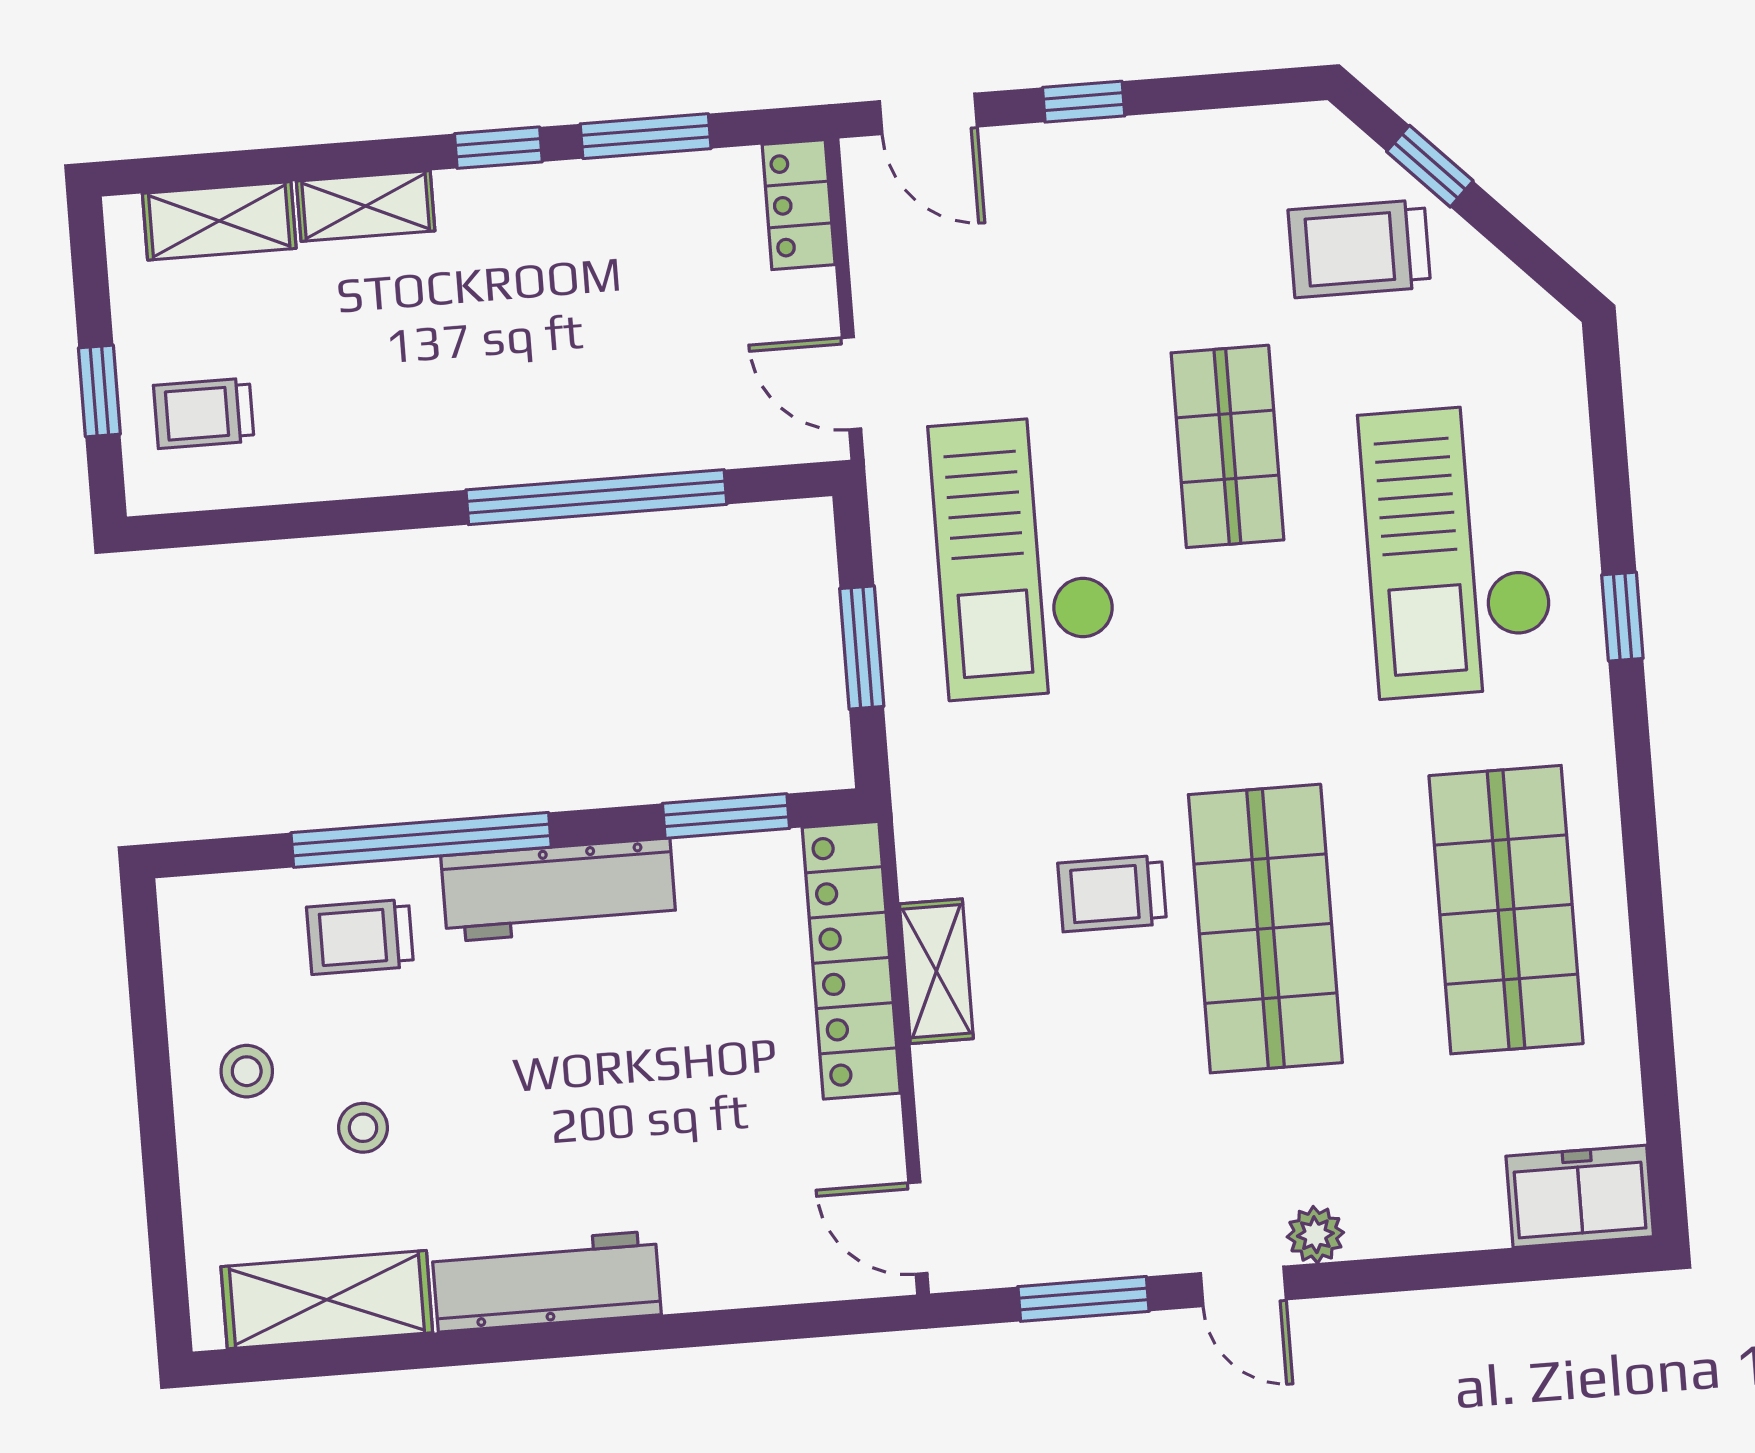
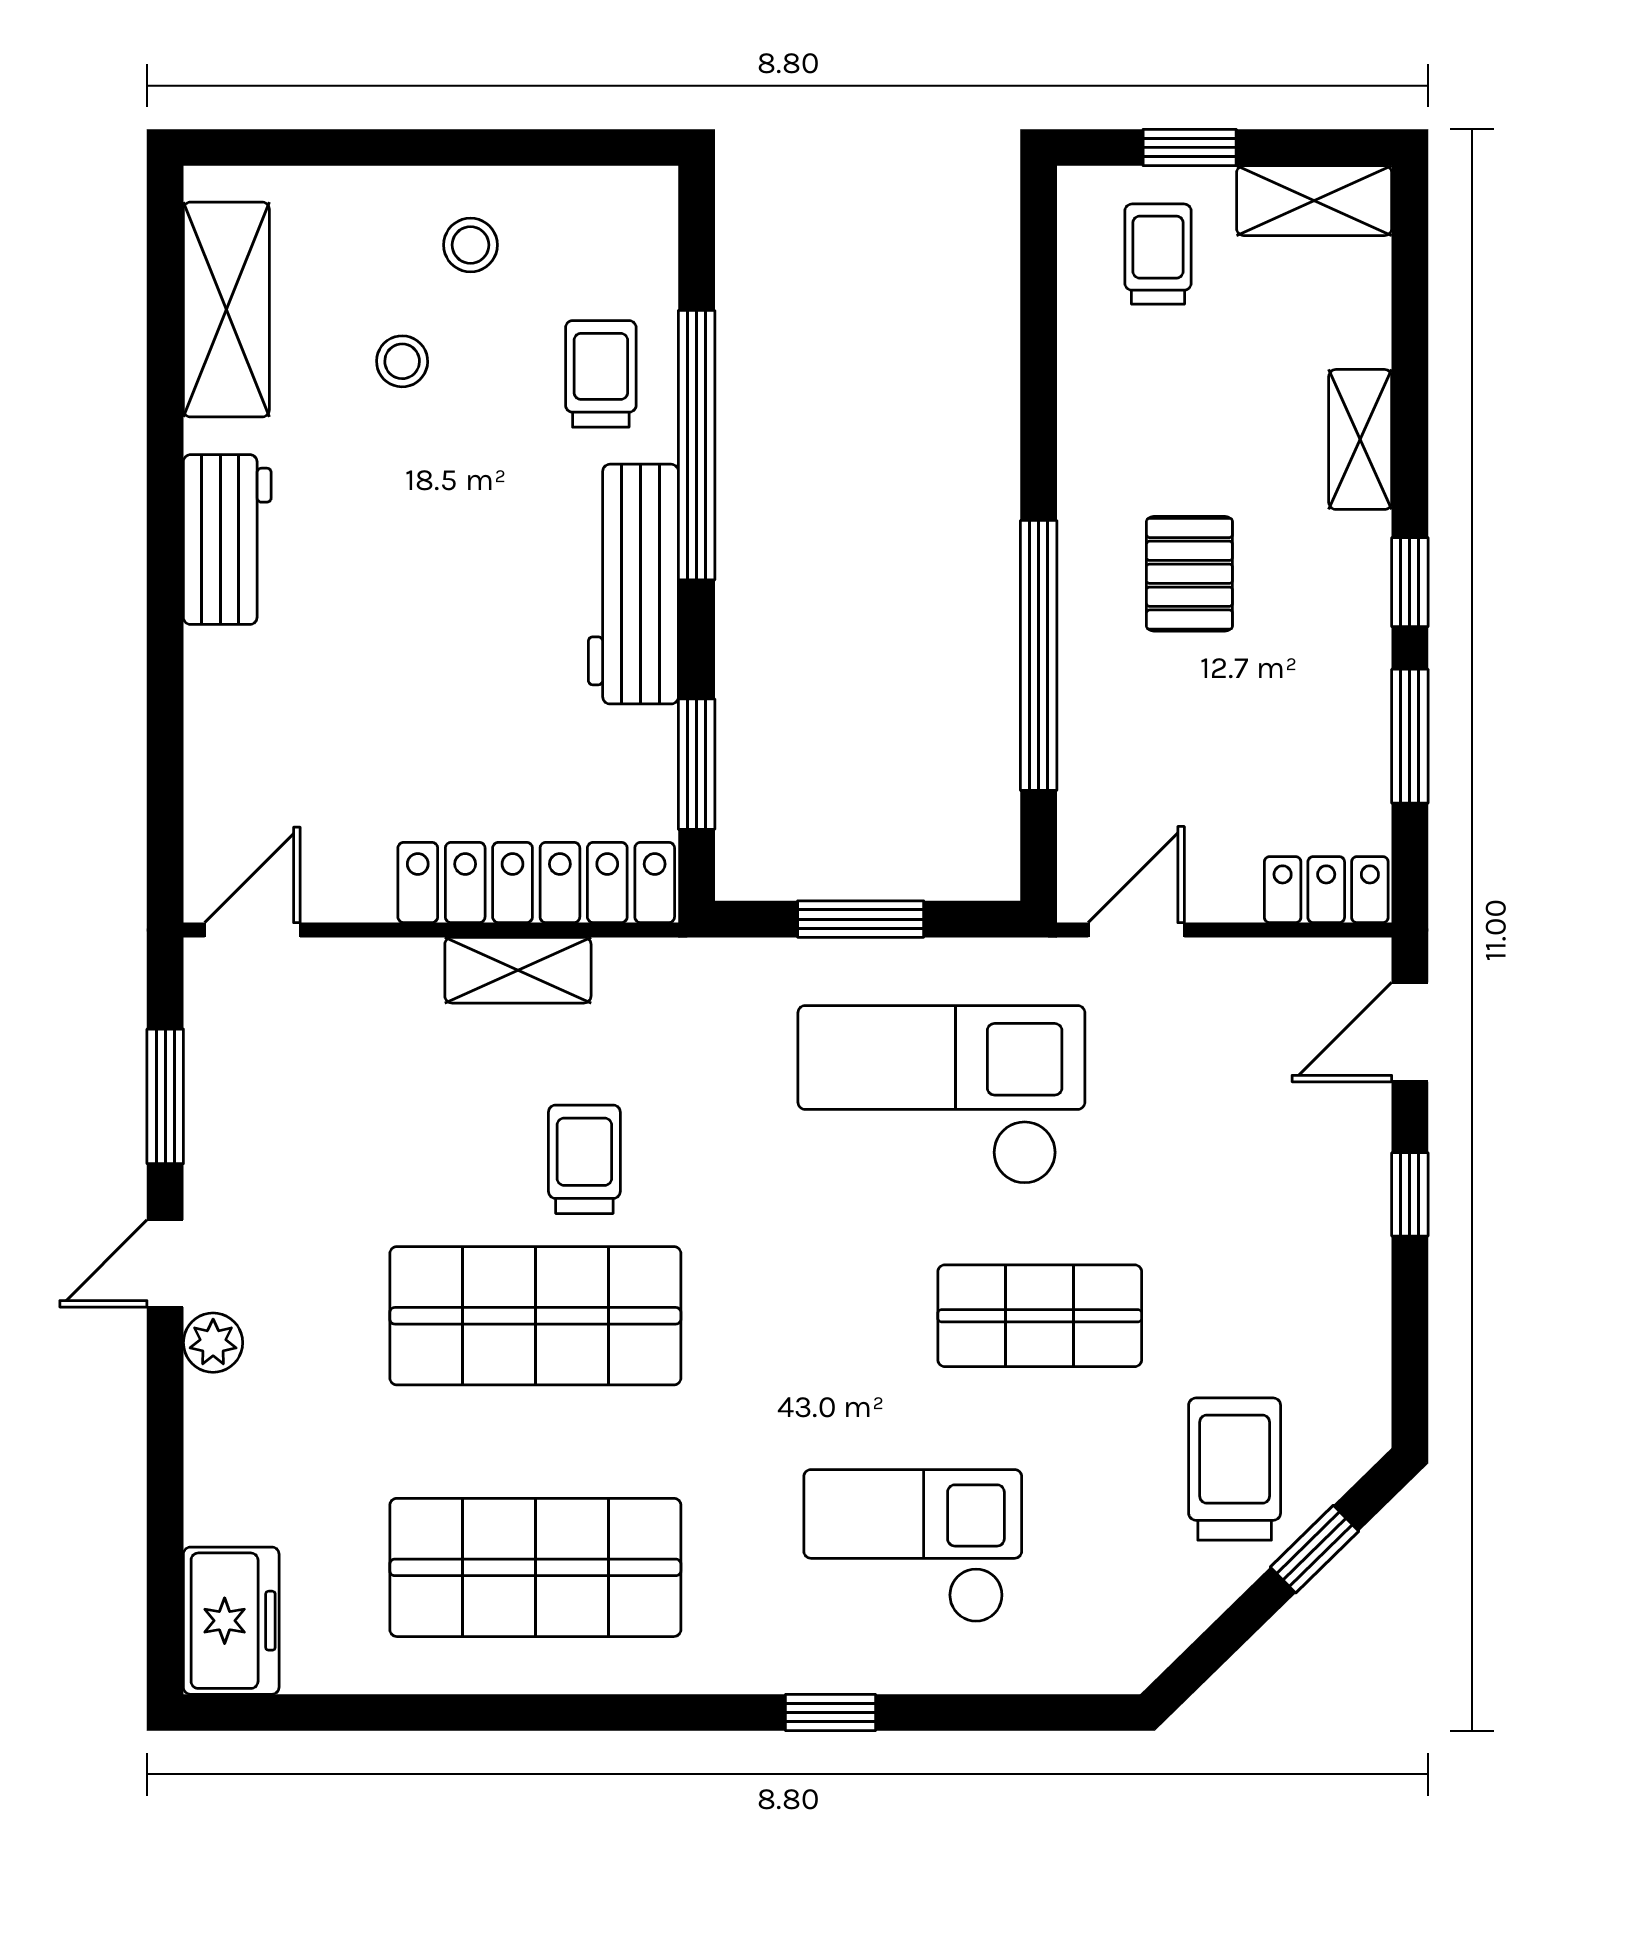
shelving: (219, 221) -> (1314, 201), moved, turned 90
pallet: (507, 359) -> (1189, 574), added
checkout: (1457, 550) -> (913, 1546), width x0.73, depth x0.83
workbench: (547, 1281) -> (227, 540), width x0.73

